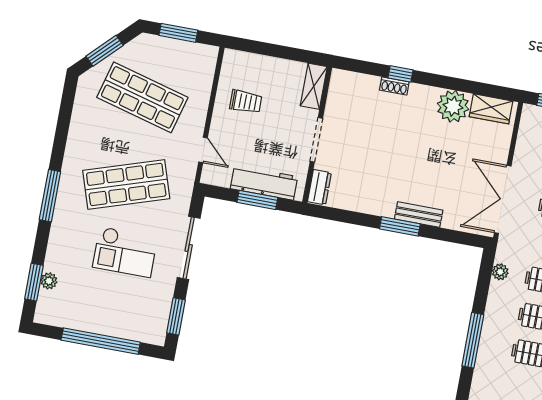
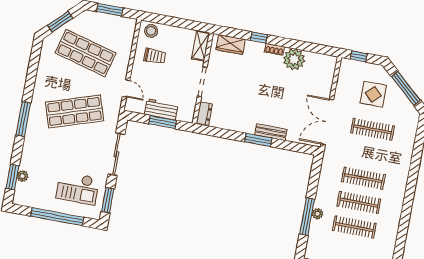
stool: (240, 64) -> (151, 31), added
shoe rack: (394, 86) -> (274, 49), moved
wardrobe: (491, 109) -> (231, 45), moved
workbench: (264, 183) -> (161, 109), width x0.73
checkout: (125, 252) -> (78, 188), moved
plant: (500, 272) -> (317, 214), moved

